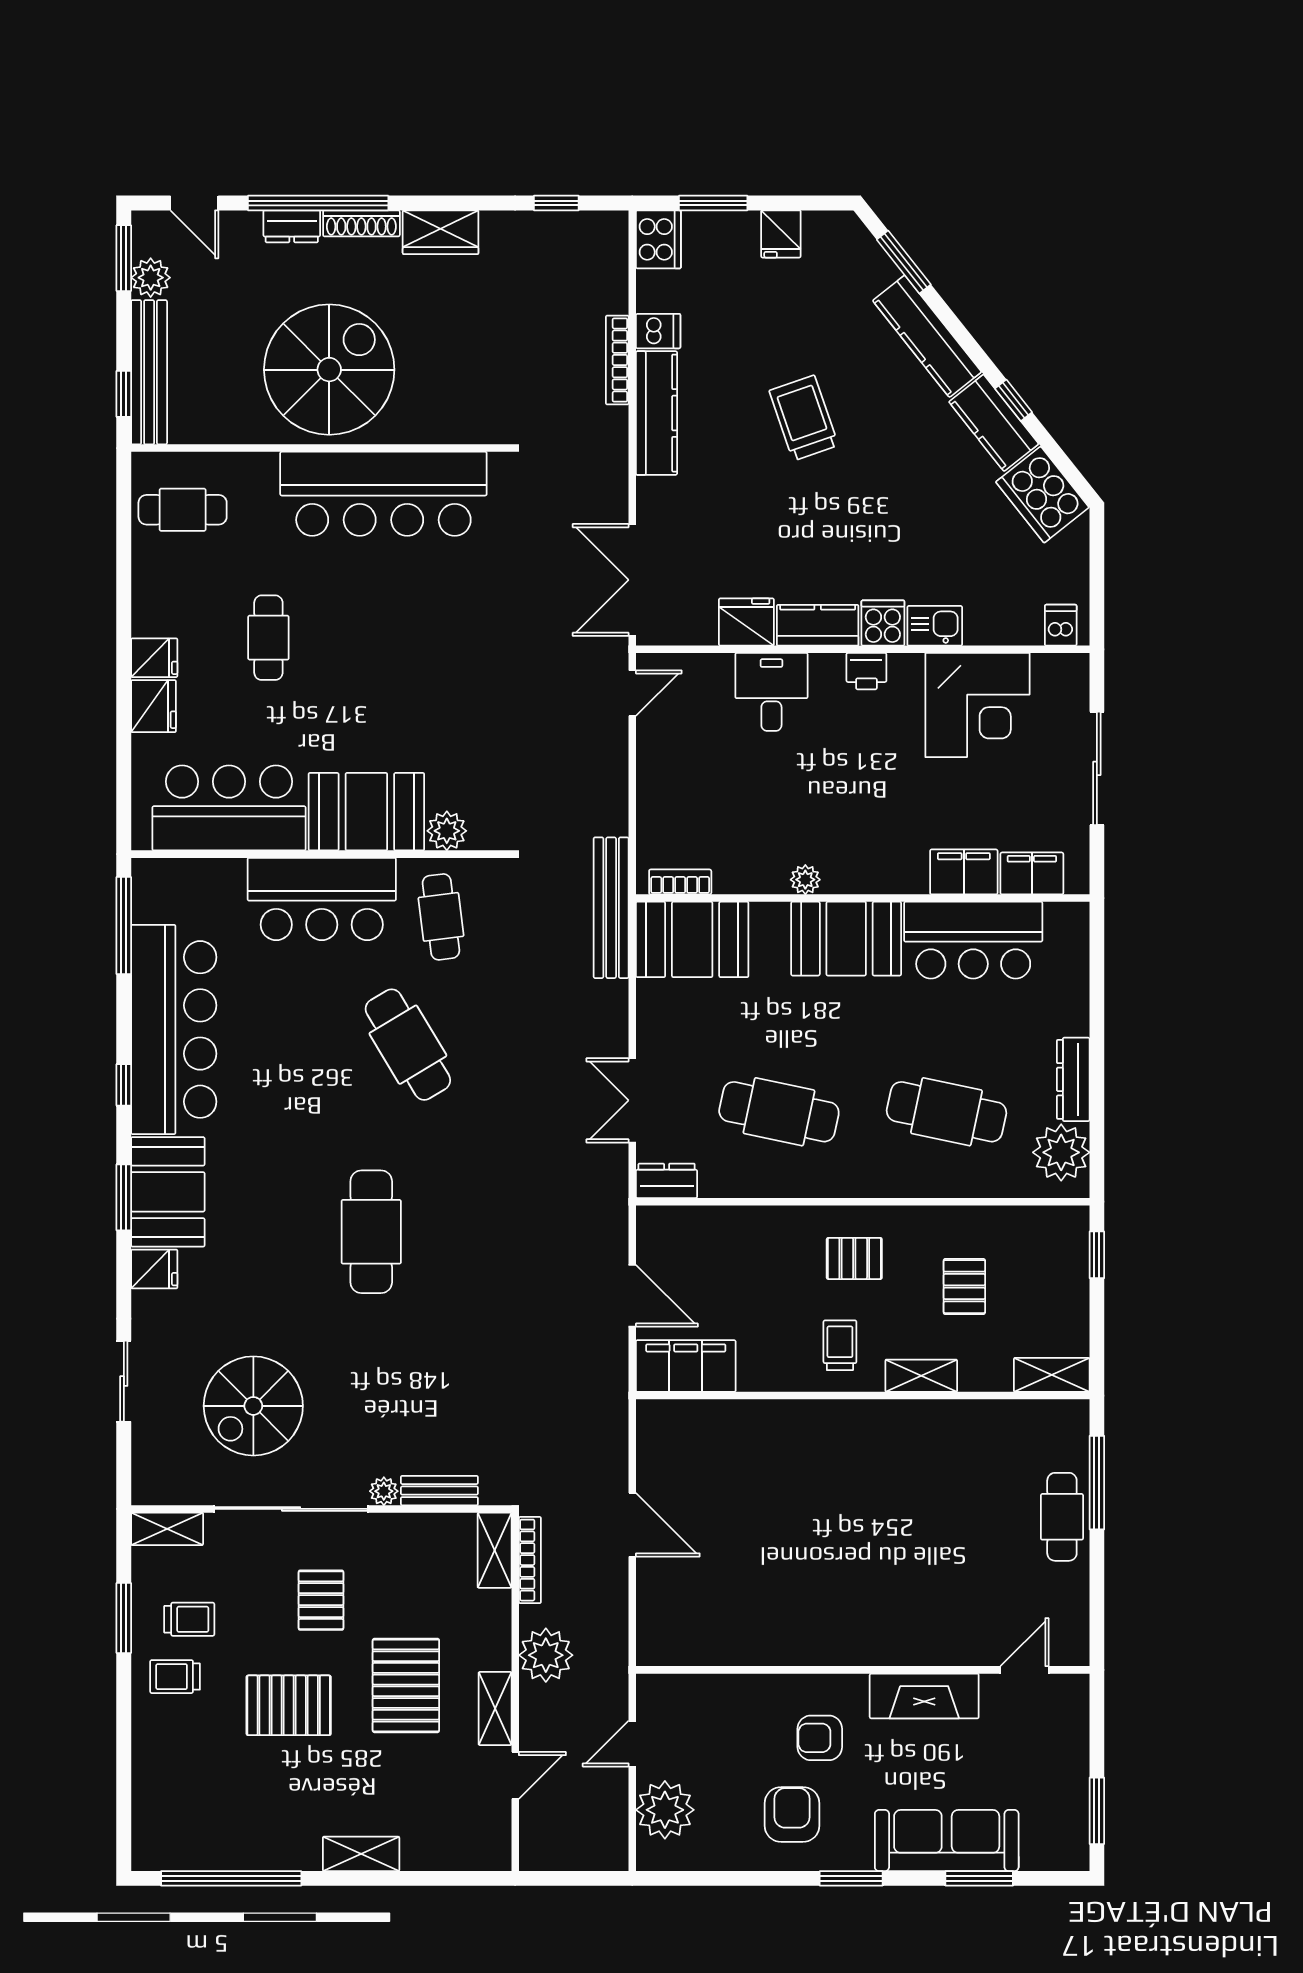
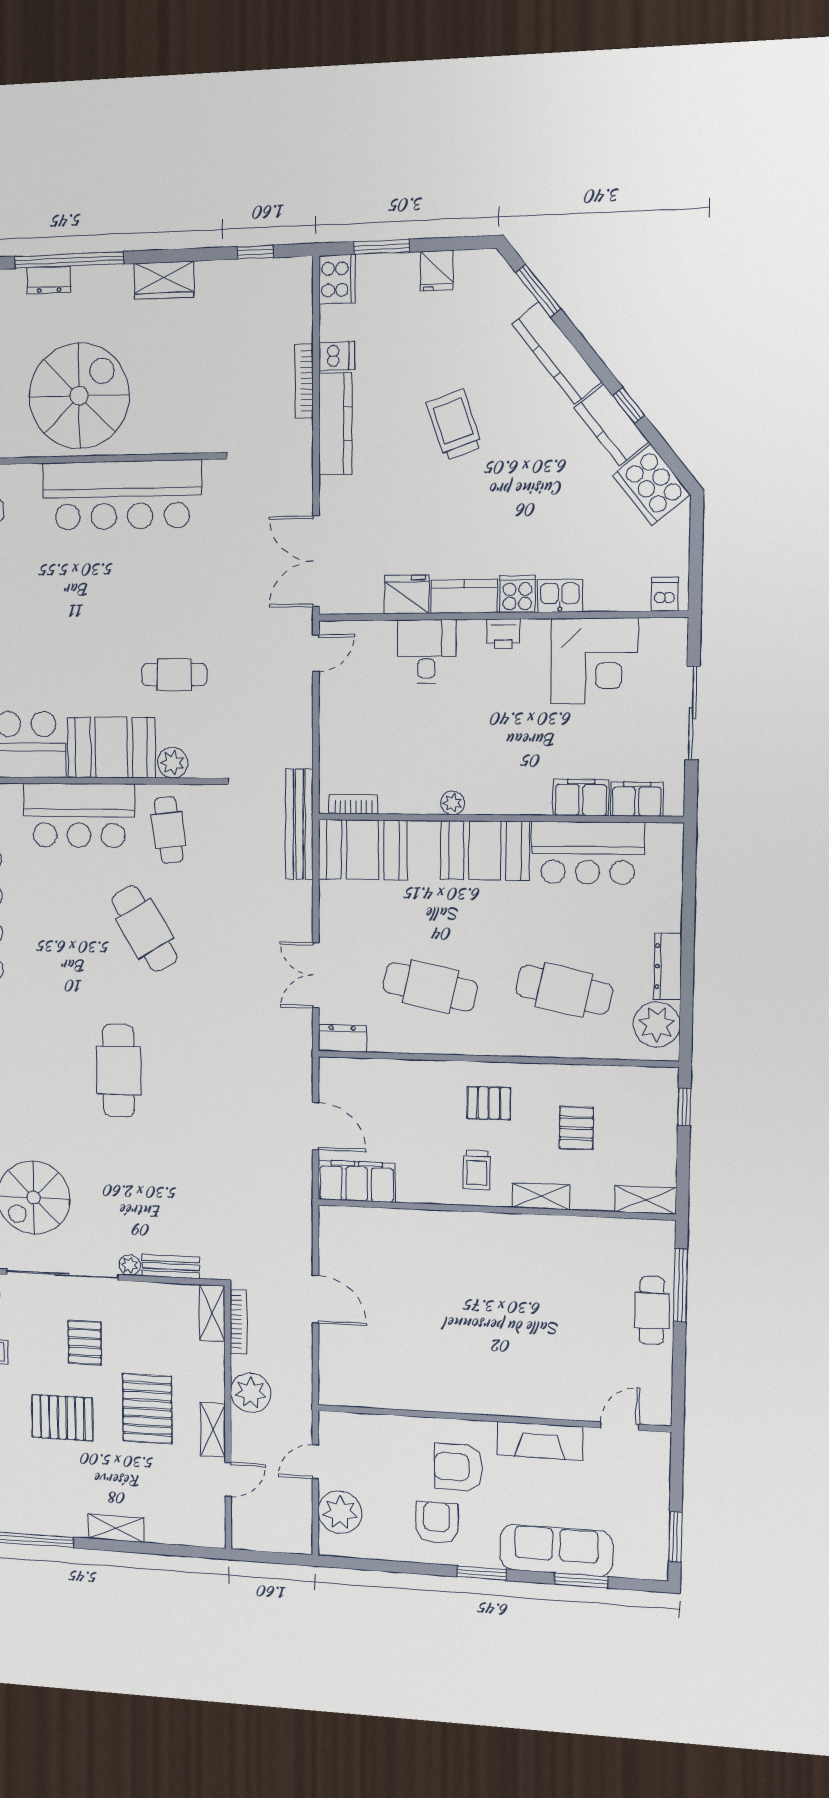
shoe rack: (361, 223) -> (103, 275), removed
cafe table: (268, 638) -> (174, 675), moved, turned 90
trolley: (840, 1345) -> (477, 1170), turned 180
armchair: (820, 1738) -> (458, 1467), width x1.38, depth x1.38

